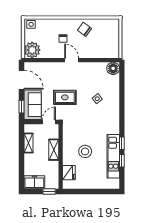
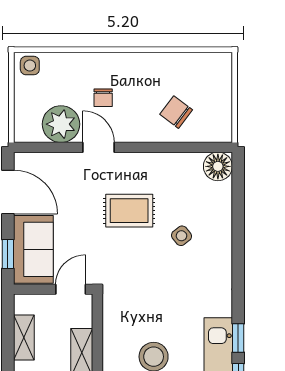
chair: (85, 29) -> (176, 112), moved
plant: (32, 50) -> (61, 124), moved
door: (72, 60) -> (99, 147), moved
rug: (65, 97) -> (129, 211), moved

